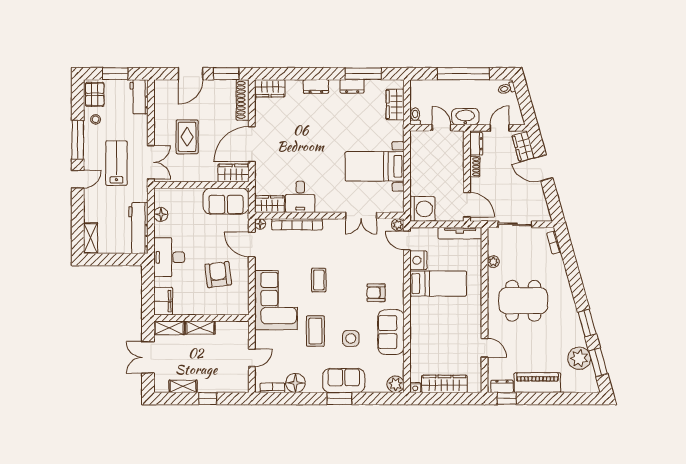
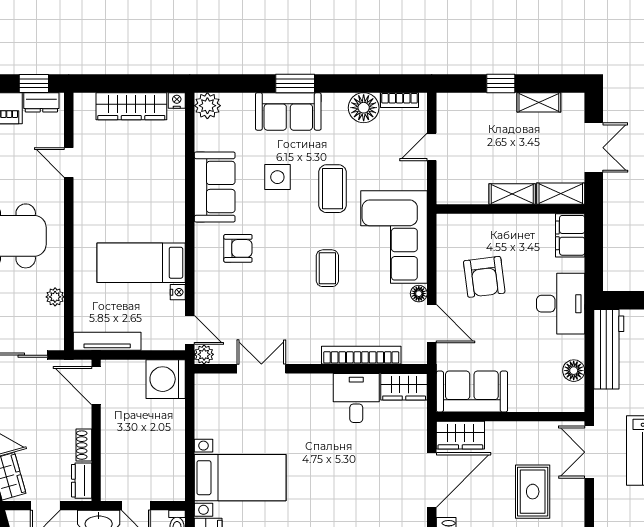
bed with nightstands: (375, 166) -> (240, 478), moved
floor lamp: (260, 224) -> (419, 294), moved
nightstand: (418, 260) -> (178, 292), width x0.53, depth x0.56

